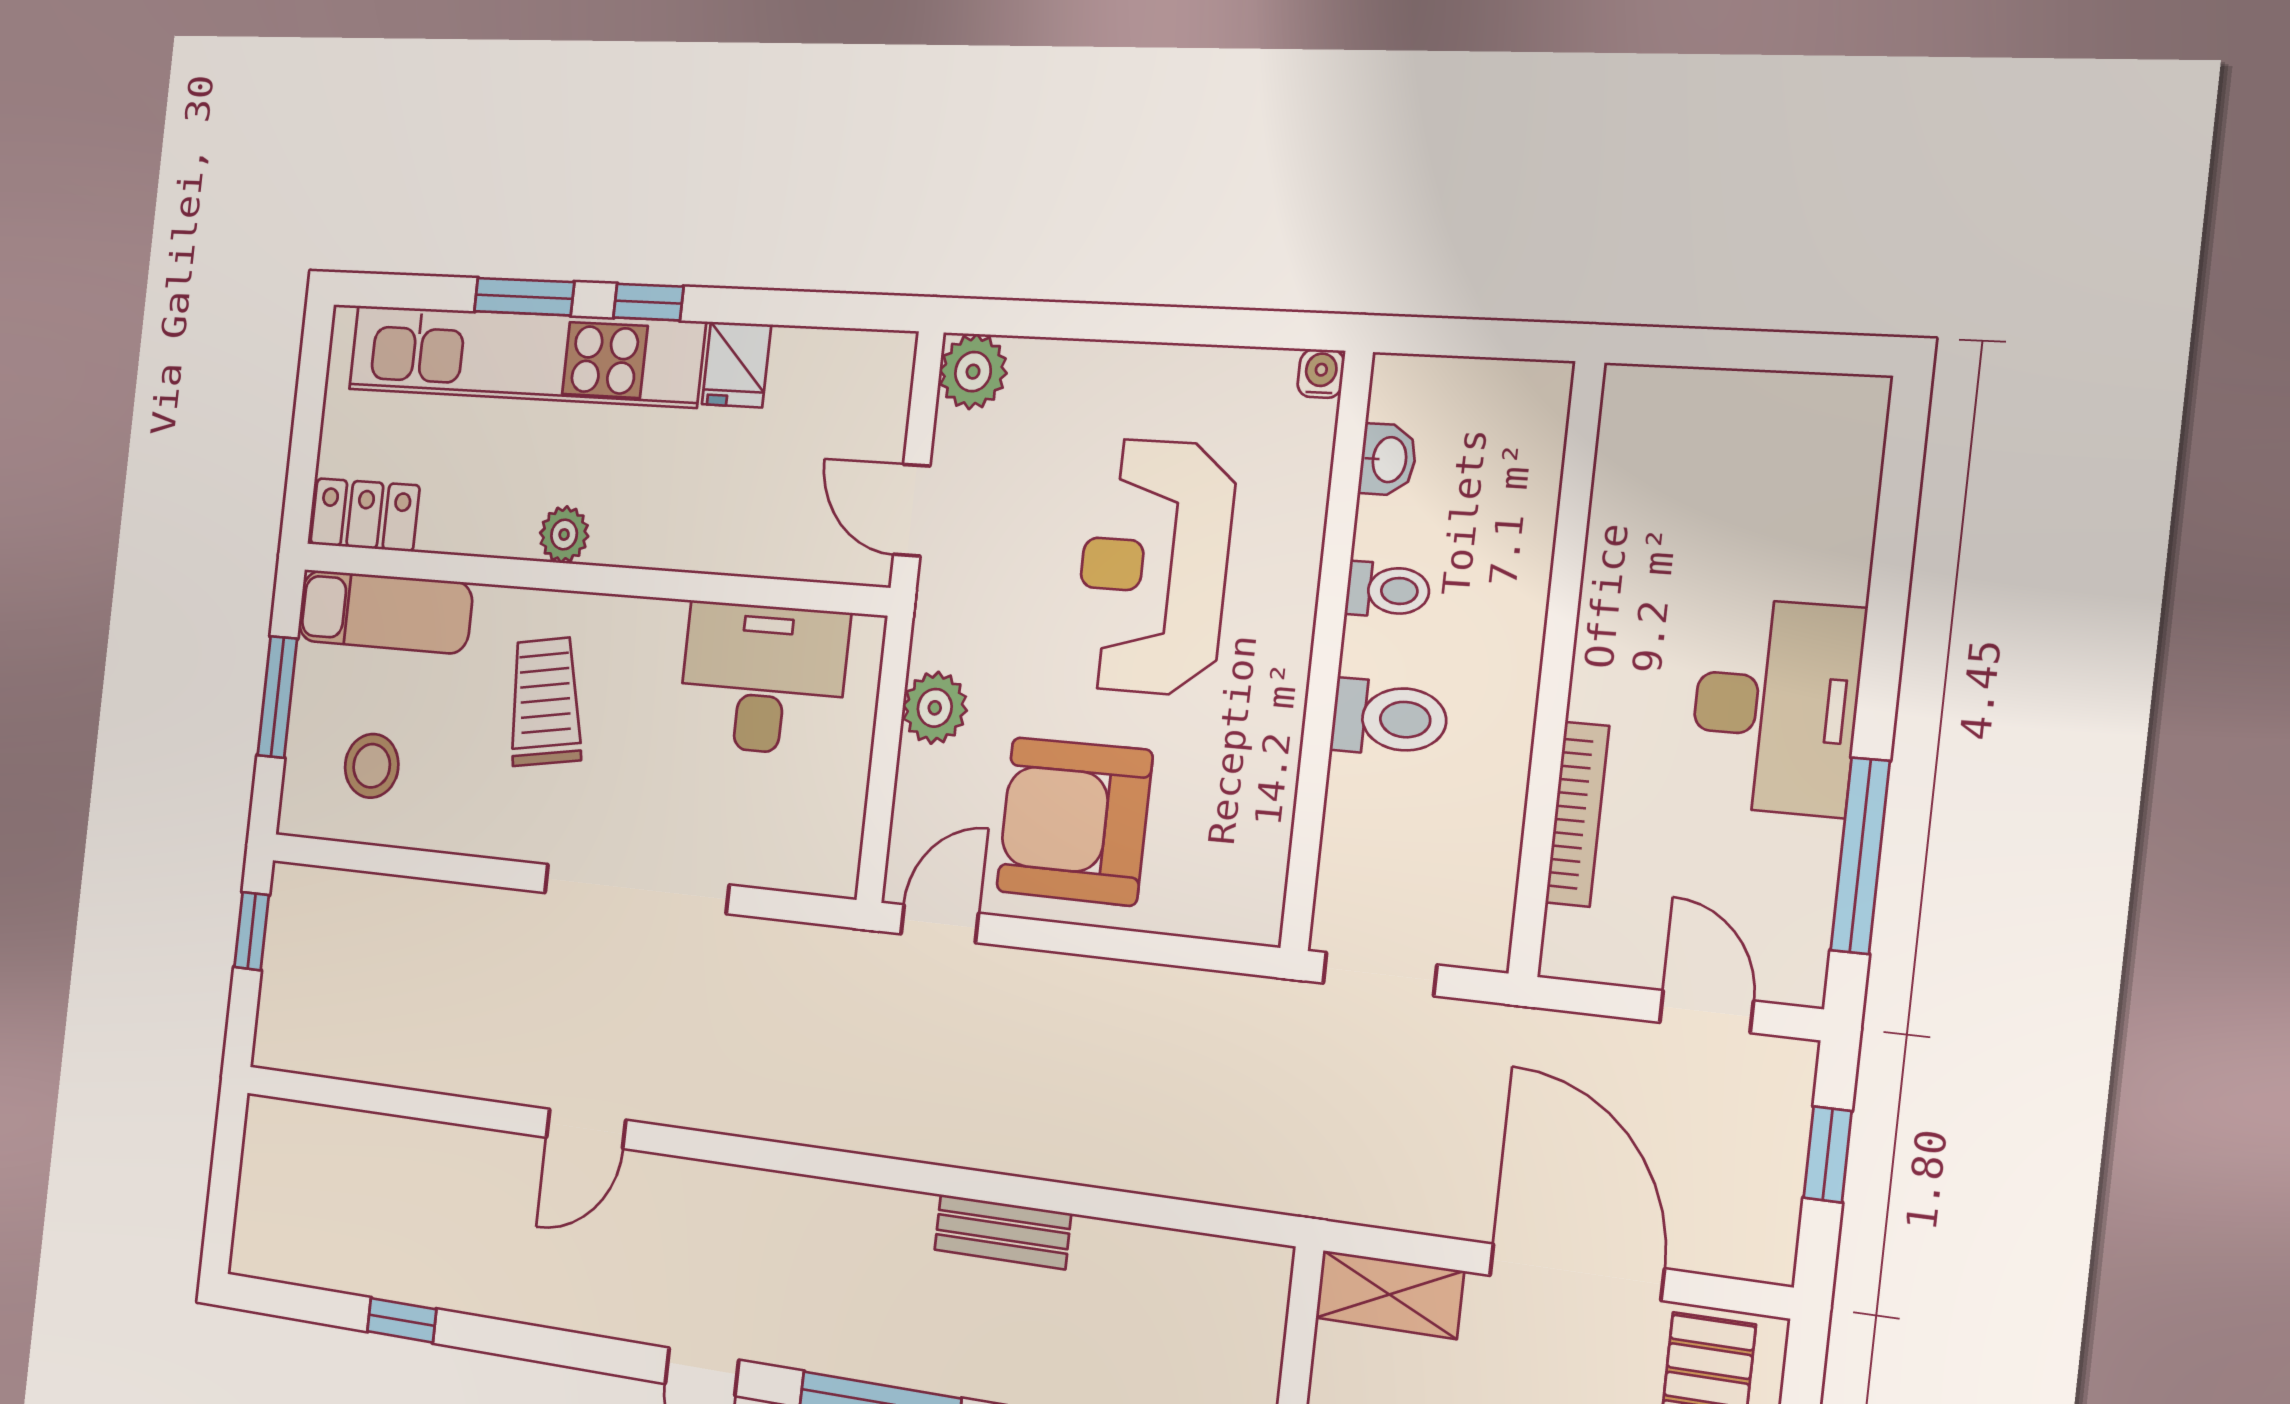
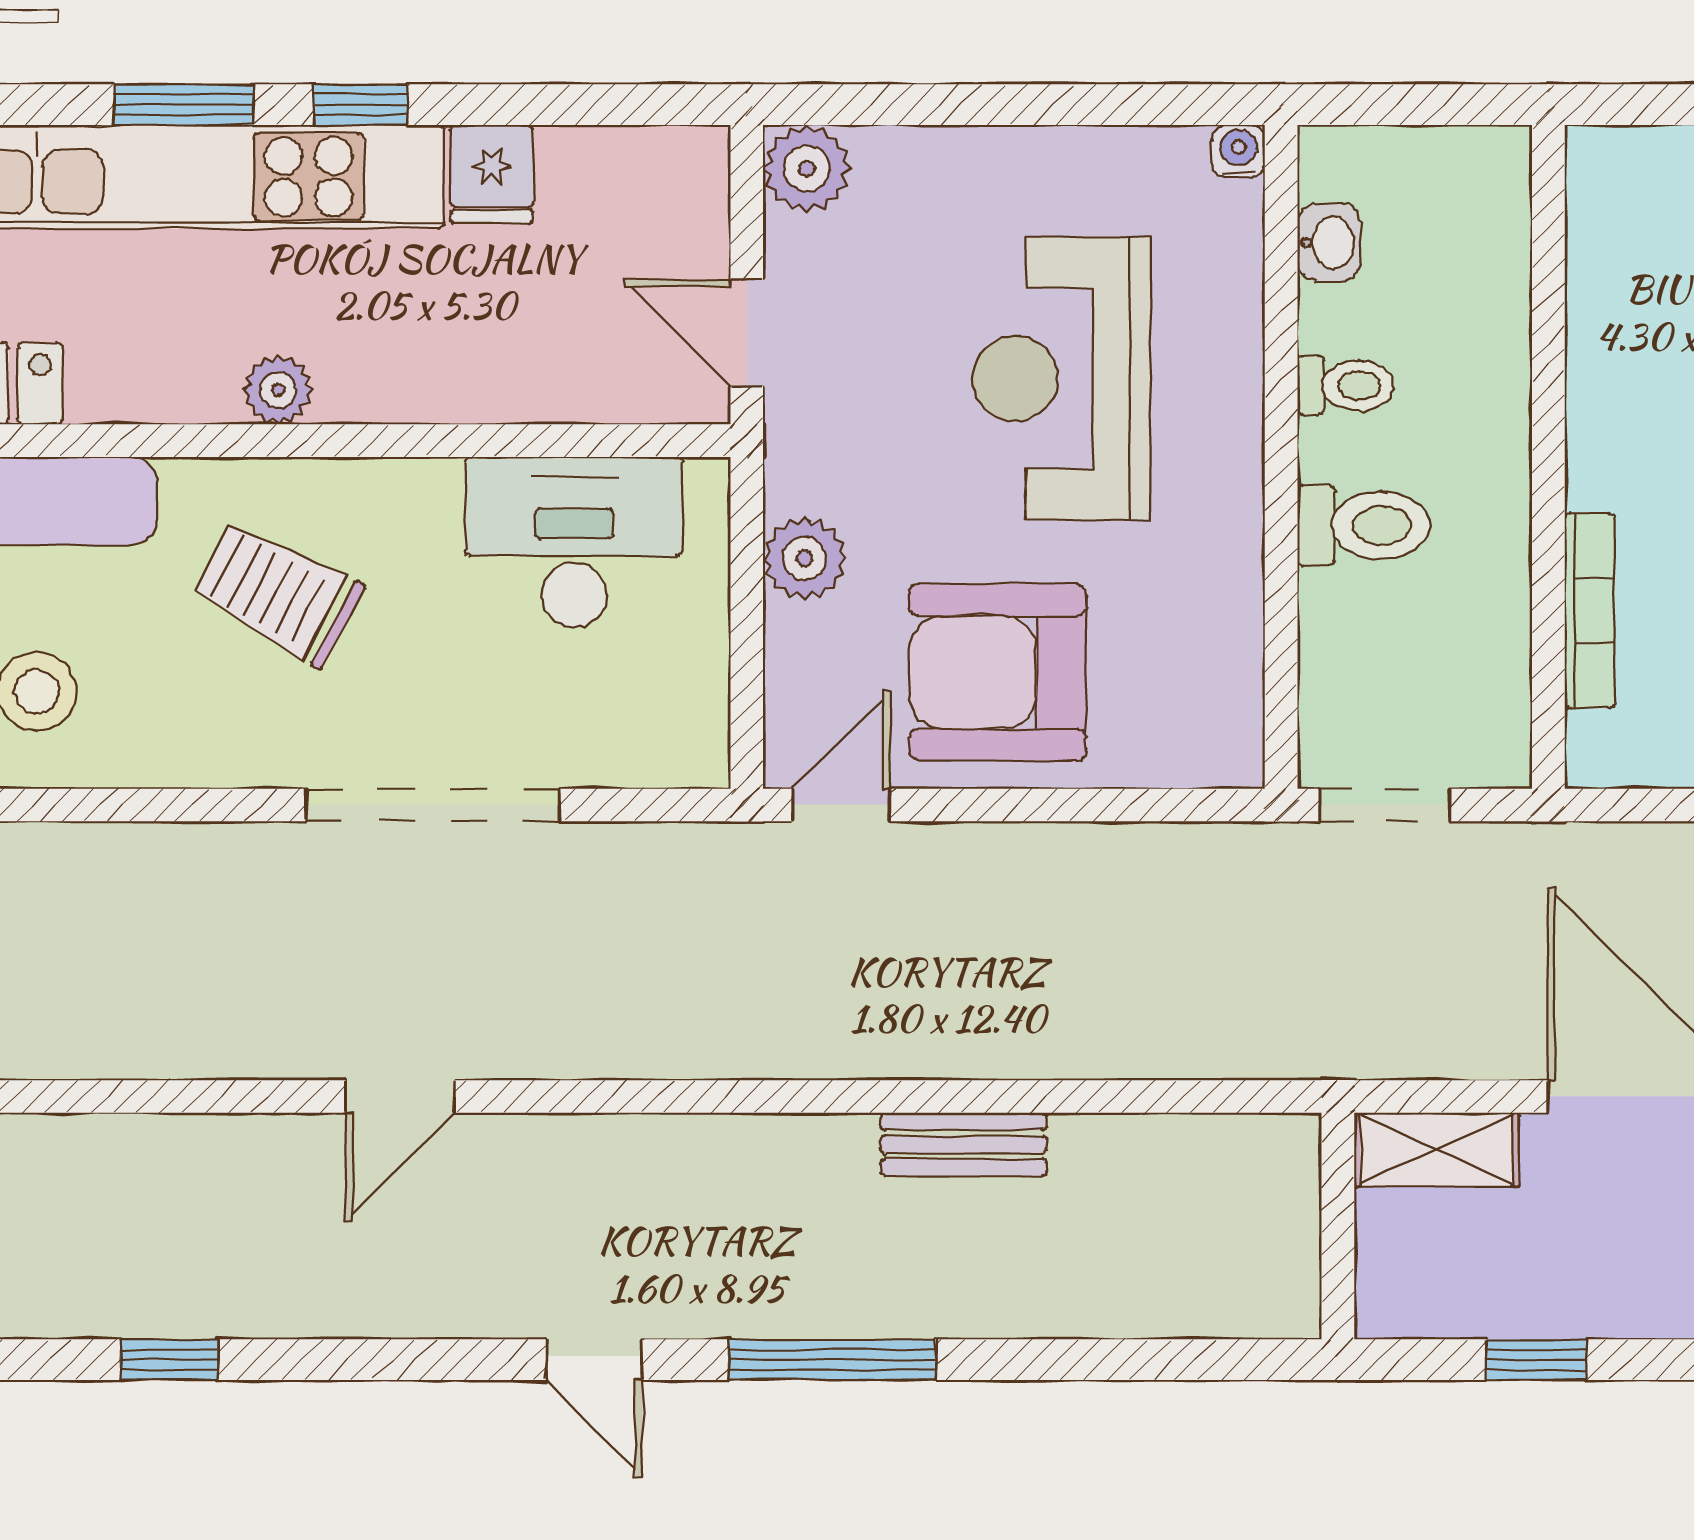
trolley: (545, 702) -> (277, 593), turned -53

